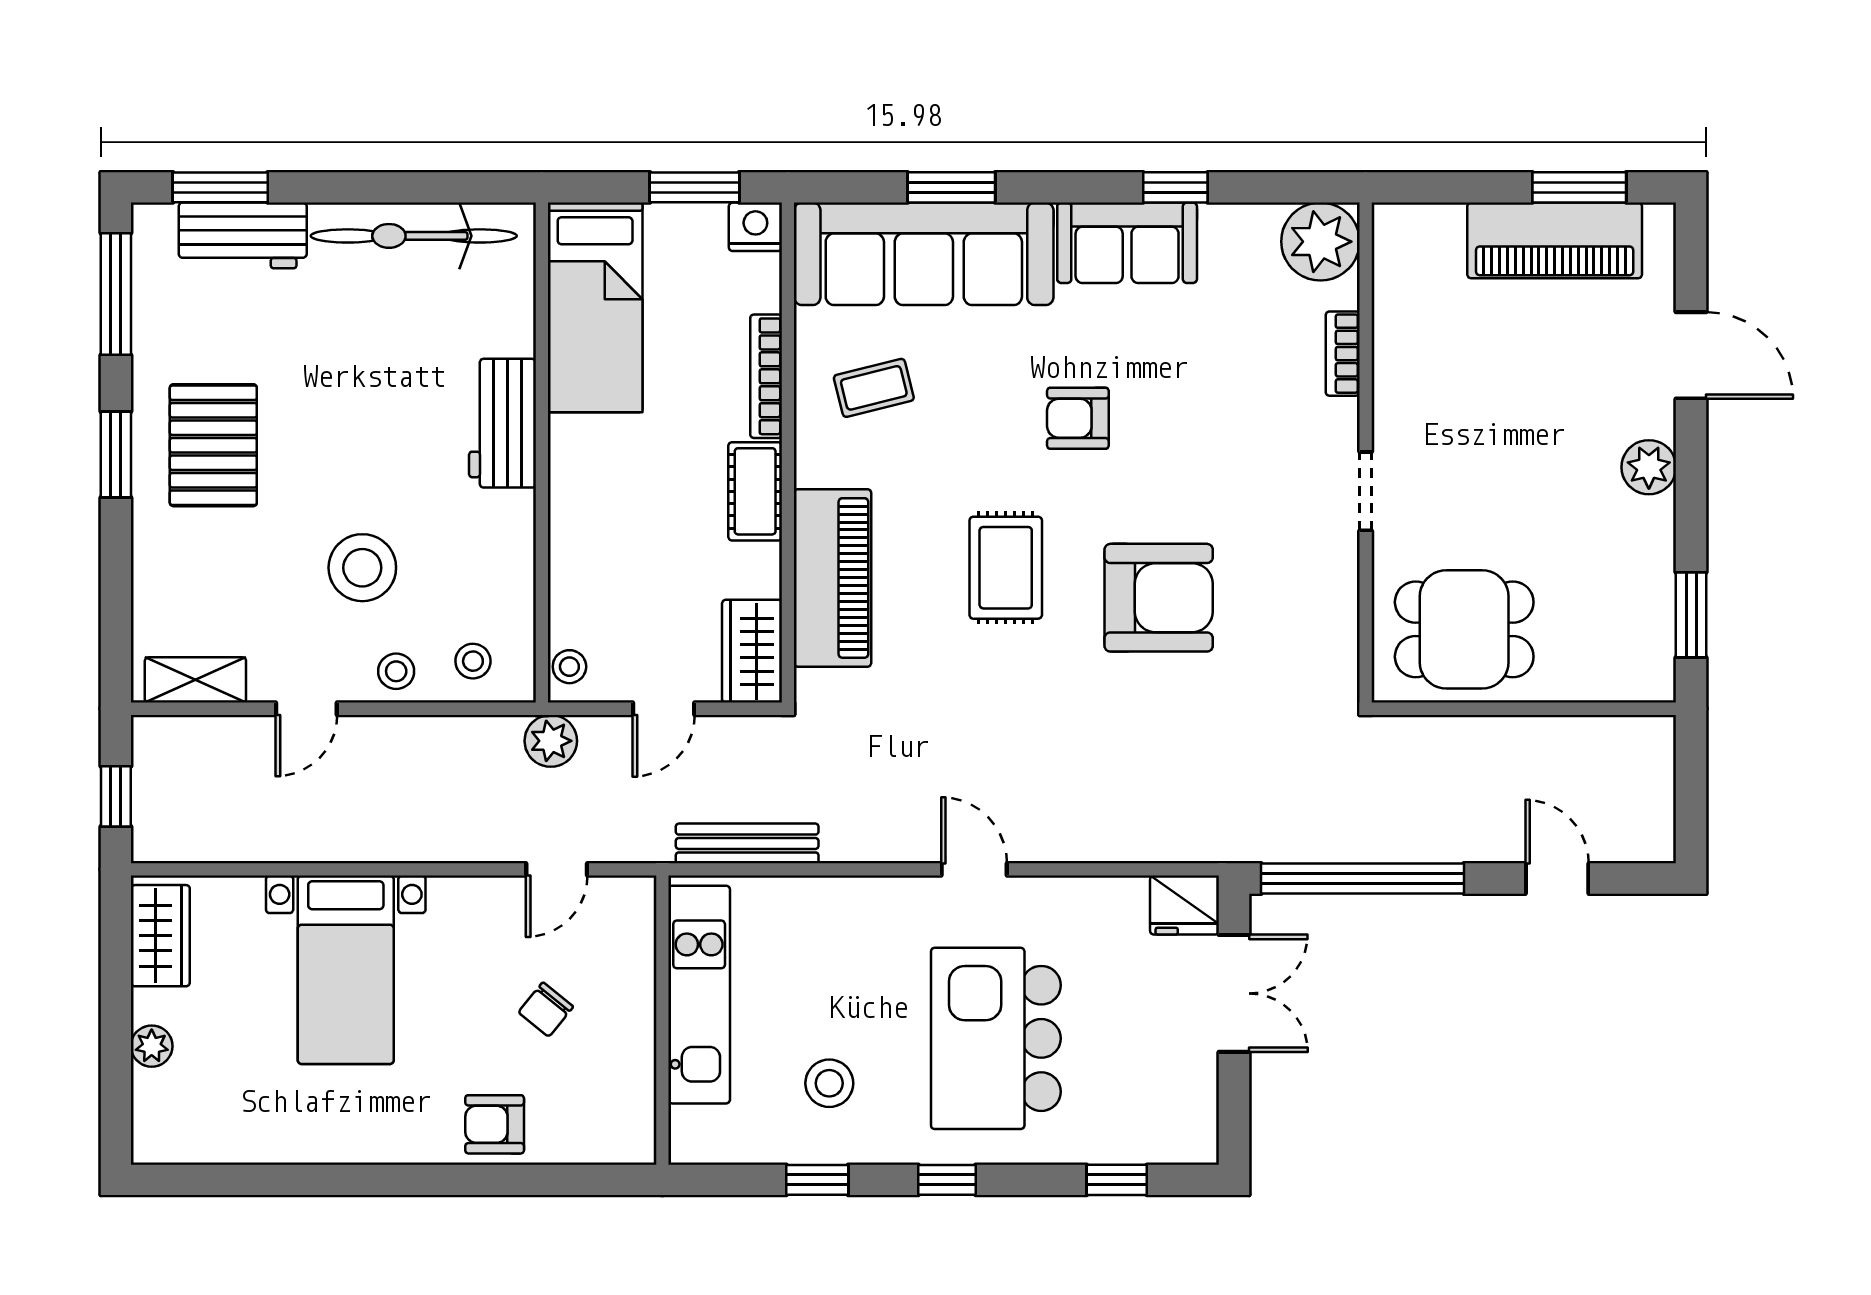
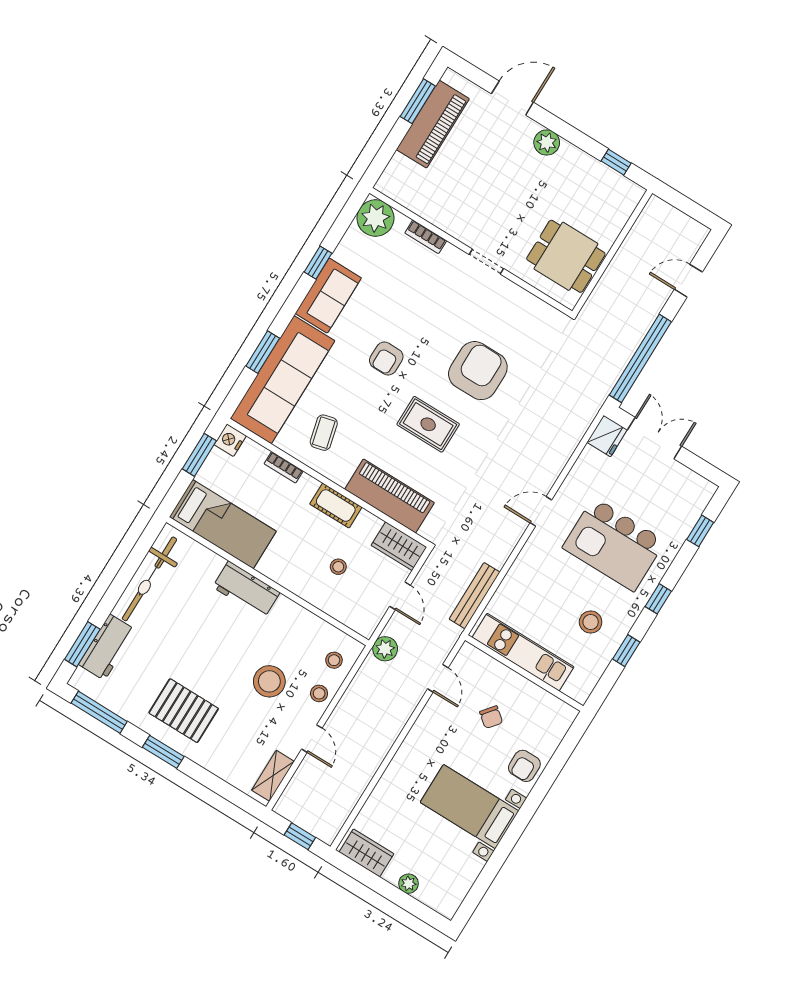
bookcase: (766, 376) -> (284, 467), width x0.64
window: (1691, 615) -> (616, 162), width x0.67
dining table: (1464, 629) -> (566, 256), turned 90
stool: (569, 667) -> (338, 567), moved
bed with nightstands: (346, 970) -> (470, 807), moved, turned 180

